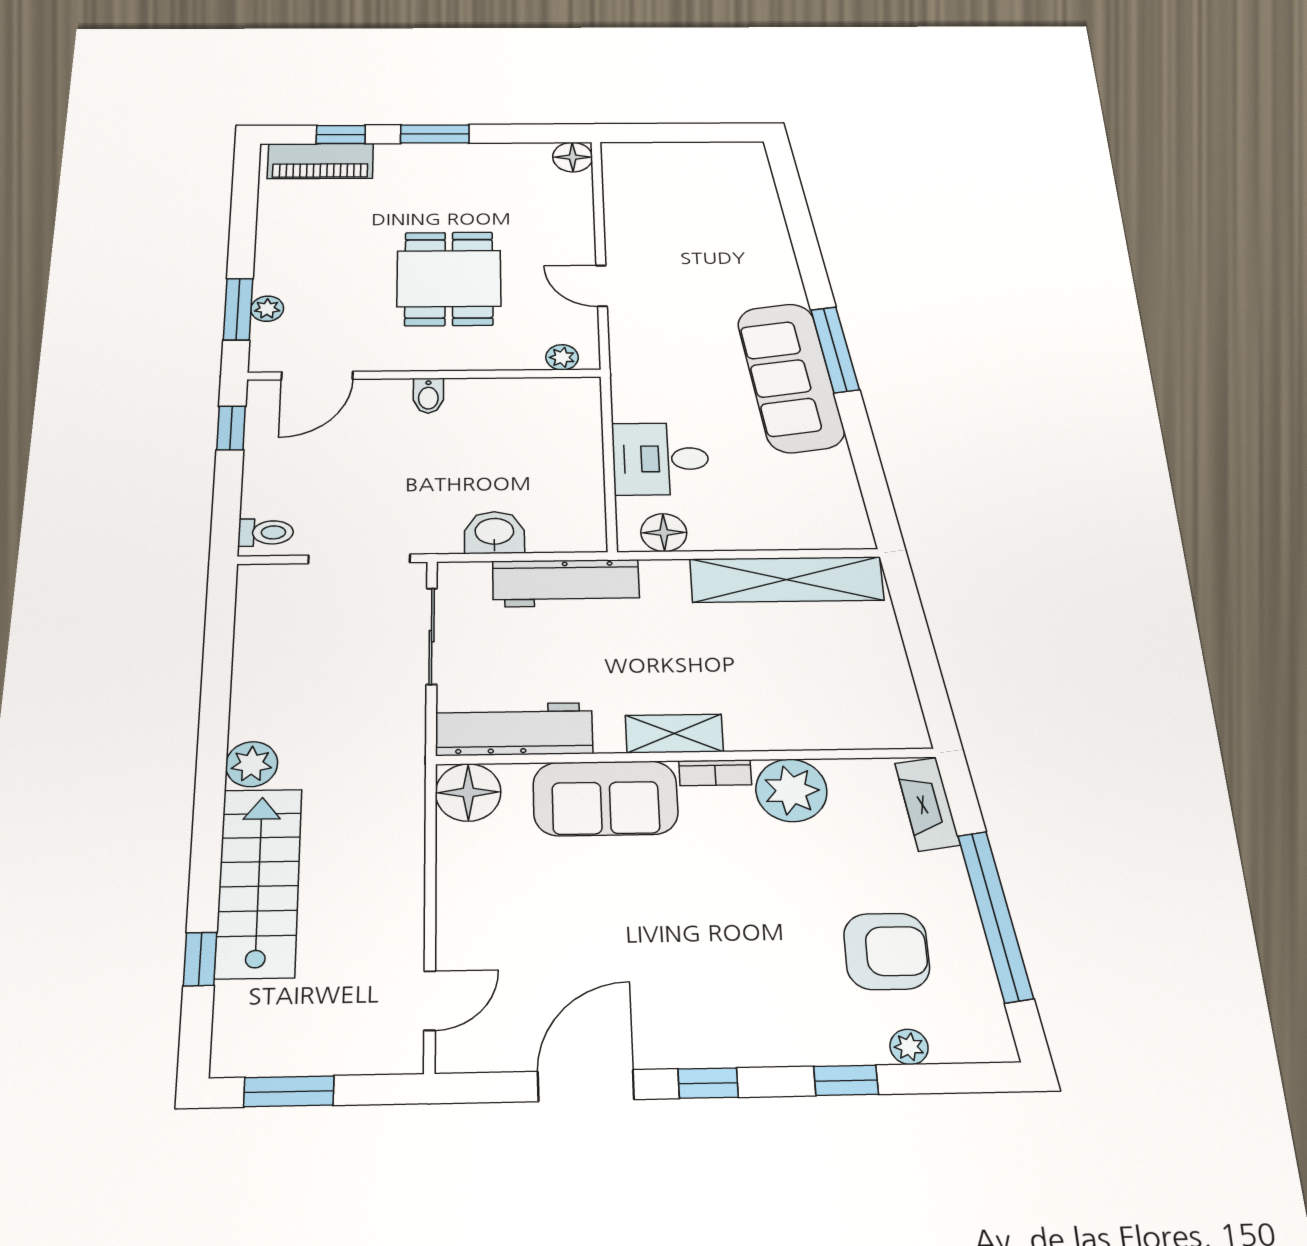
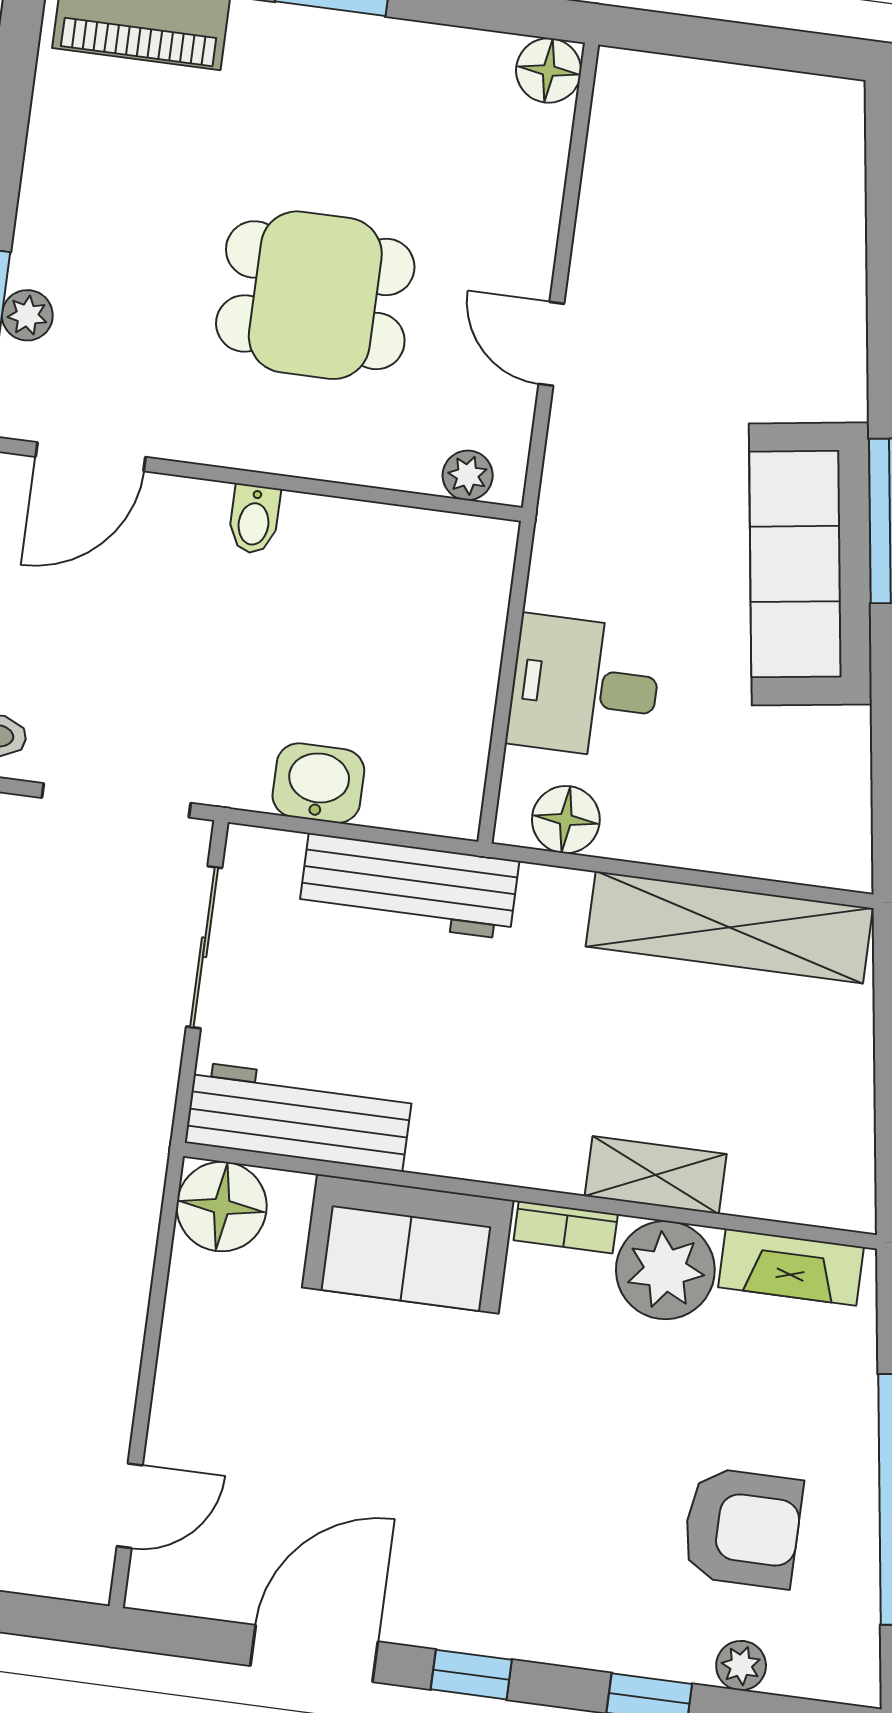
dining table: (449, 279) -> (315, 295), turned 90
shelving: (674, 734) -> (656, 1175), moved
fireplace: (927, 804) -> (791, 1267), moved, turned -82

